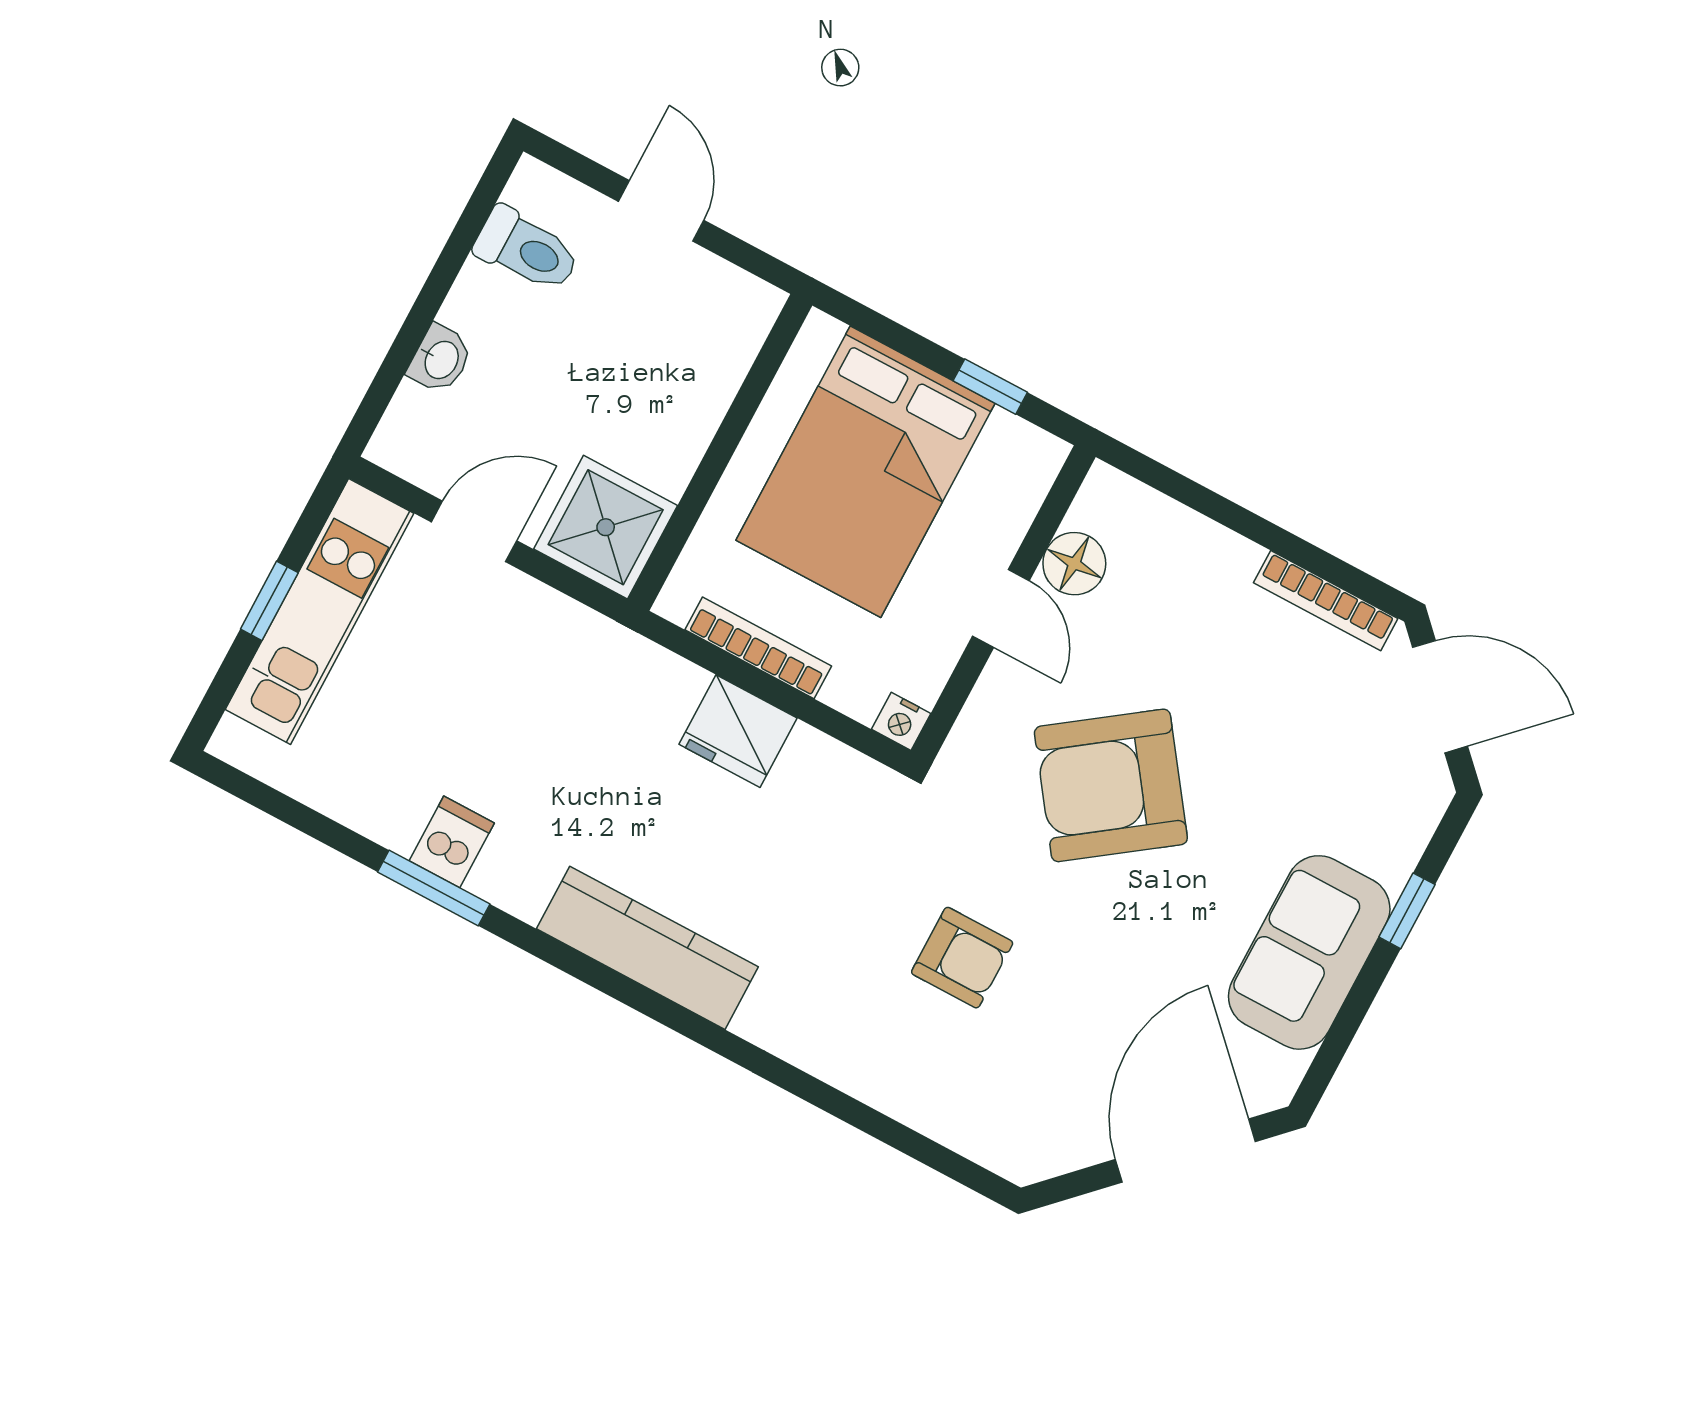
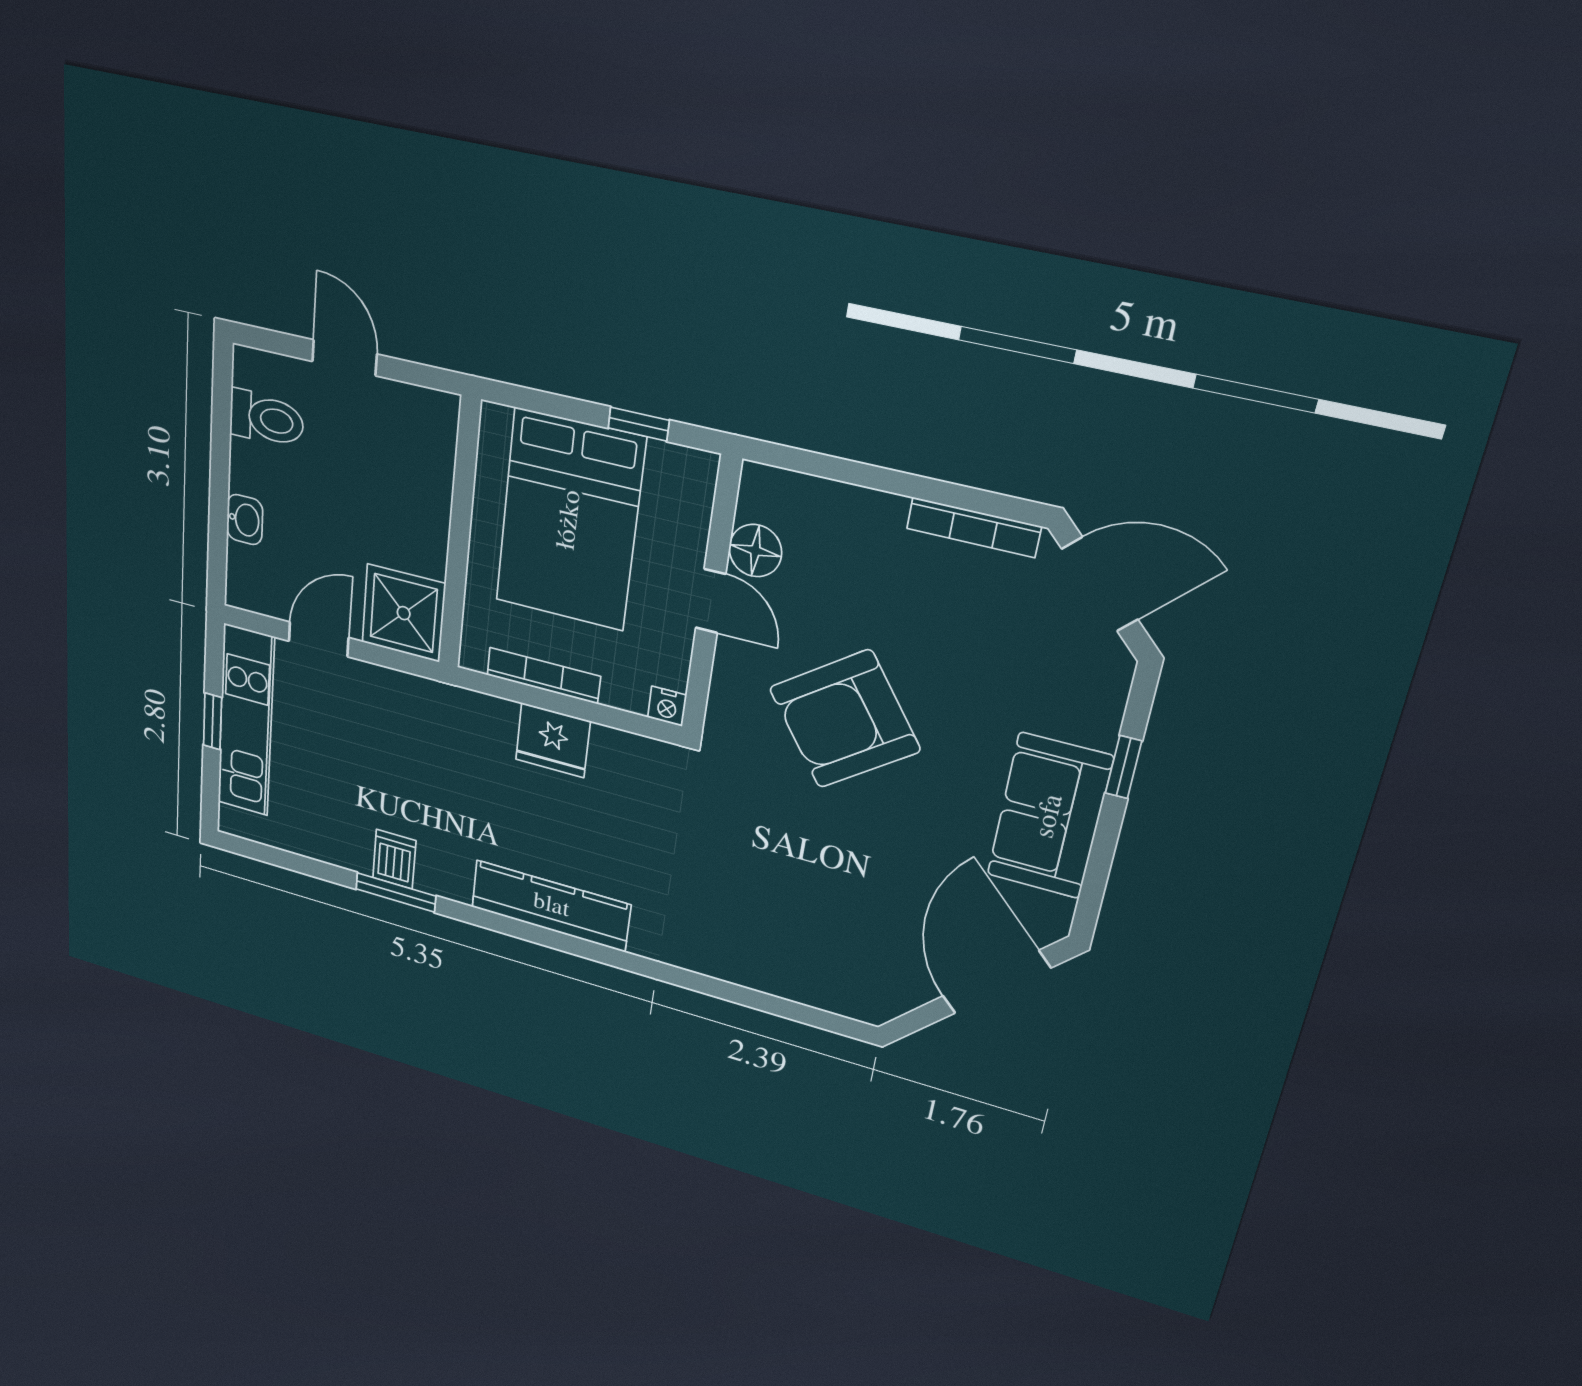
armchair: (962, 958) -> (776, 871), removed

